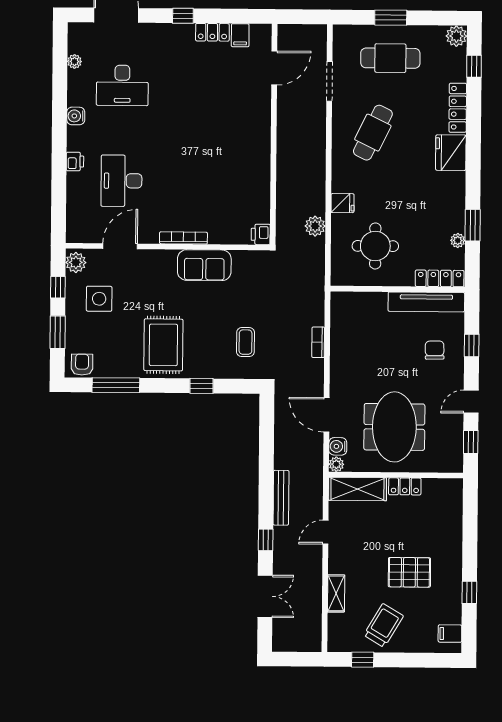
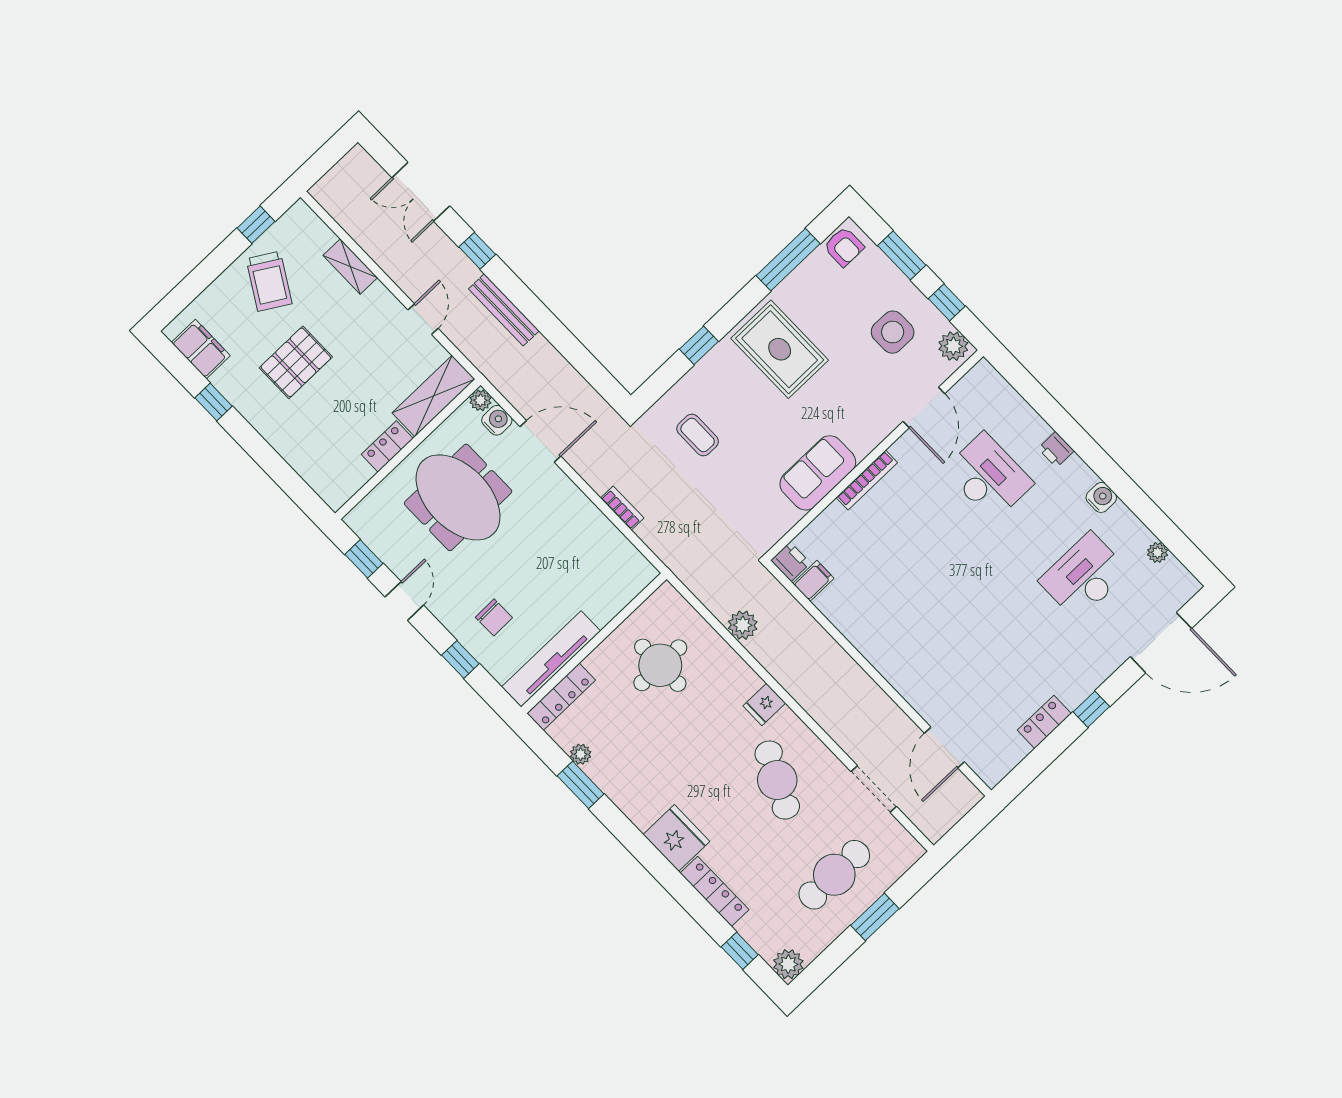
filing cabinet: (240, 35) -> (813, 581), moved, turned 90
fridge: (342, 203) -> (764, 704), moved
filing cabinet: (450, 634) -> (201, 349), width x2.00

